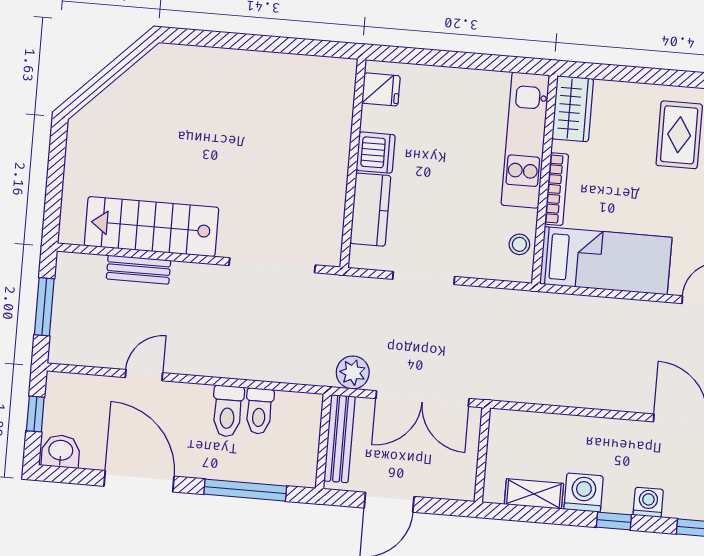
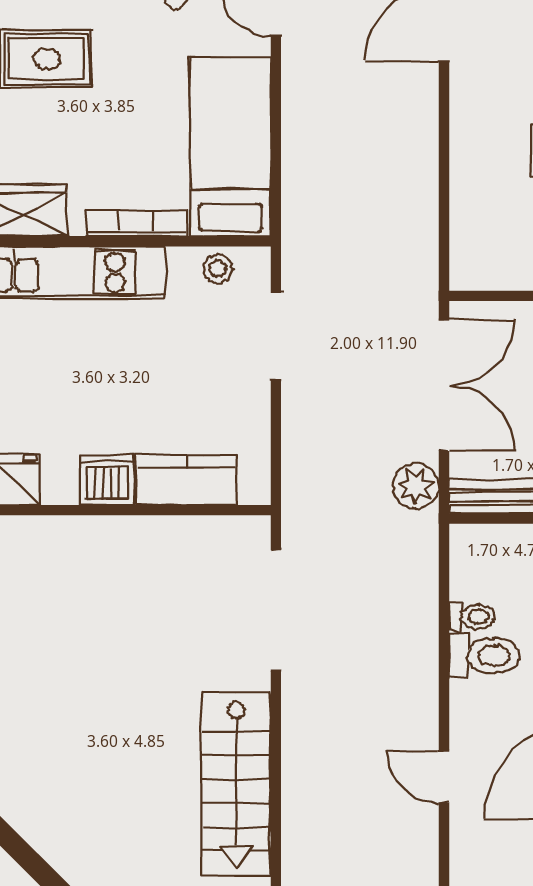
bench: (138, 270) -> (298, 796), removed
doorway: (424, 278) -> (276, 336), moved
toilet: (259, 411) -> (472, 617), width x0.73, depth x0.72

